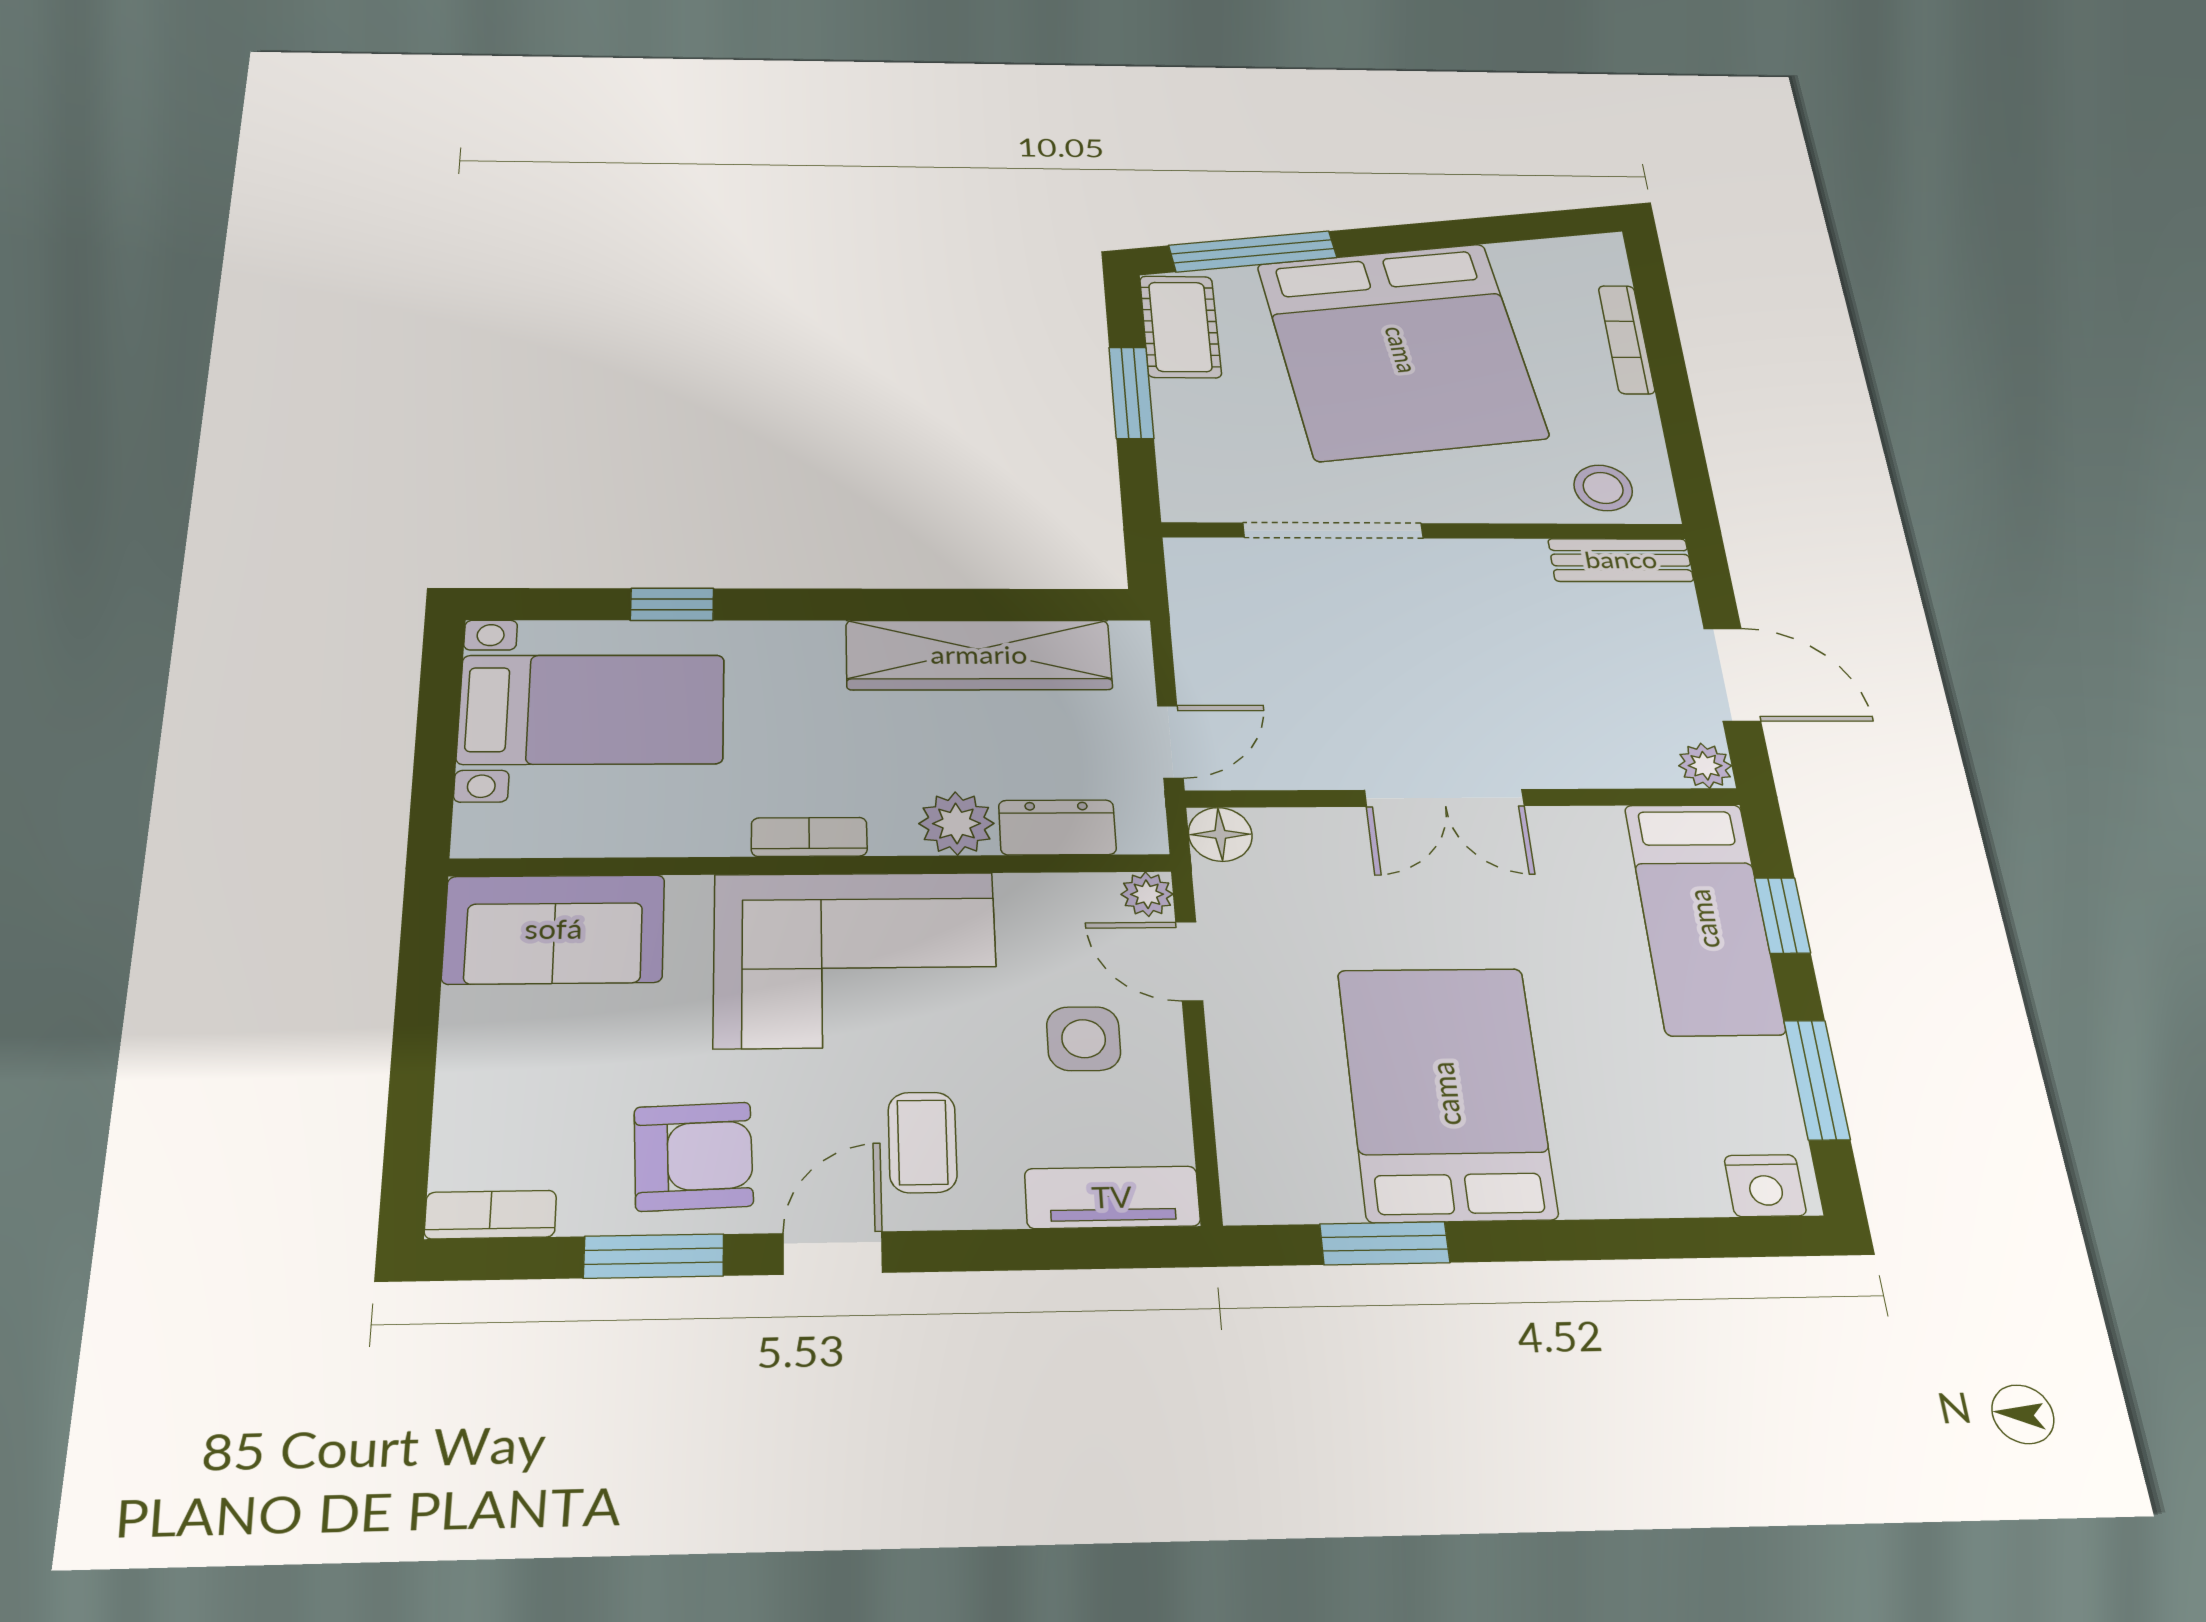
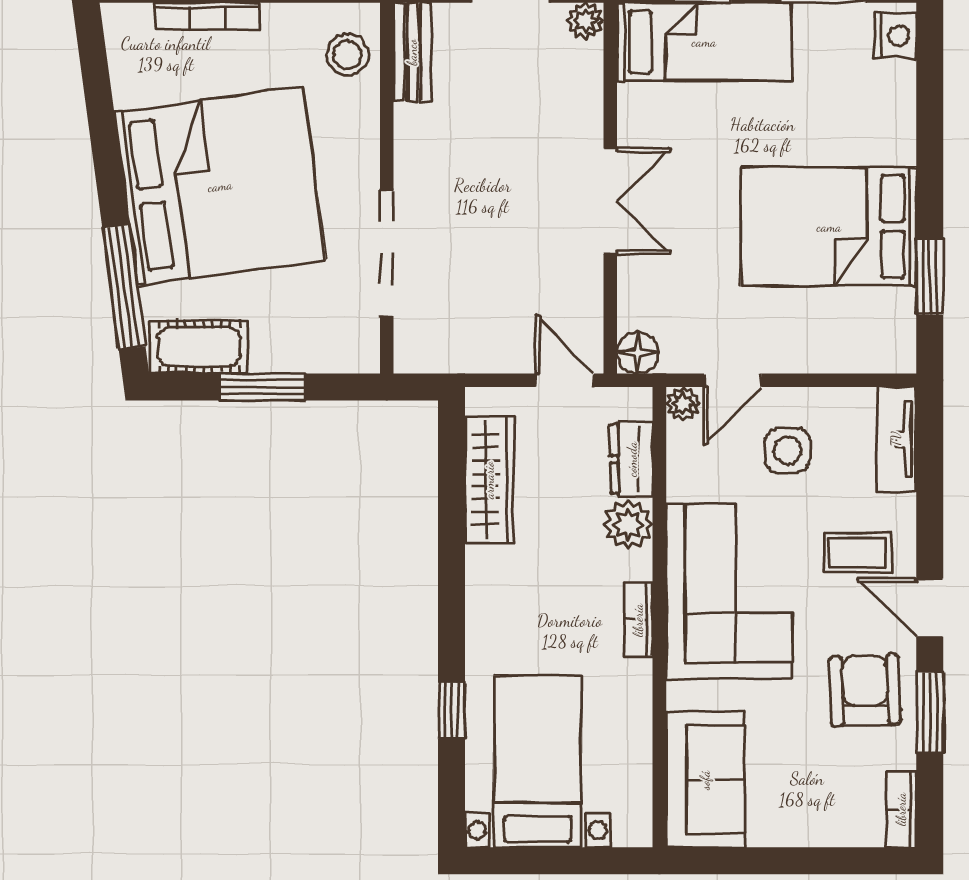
wardrobe: (979, 655) -> (489, 480), width x0.71, depth x0.85

